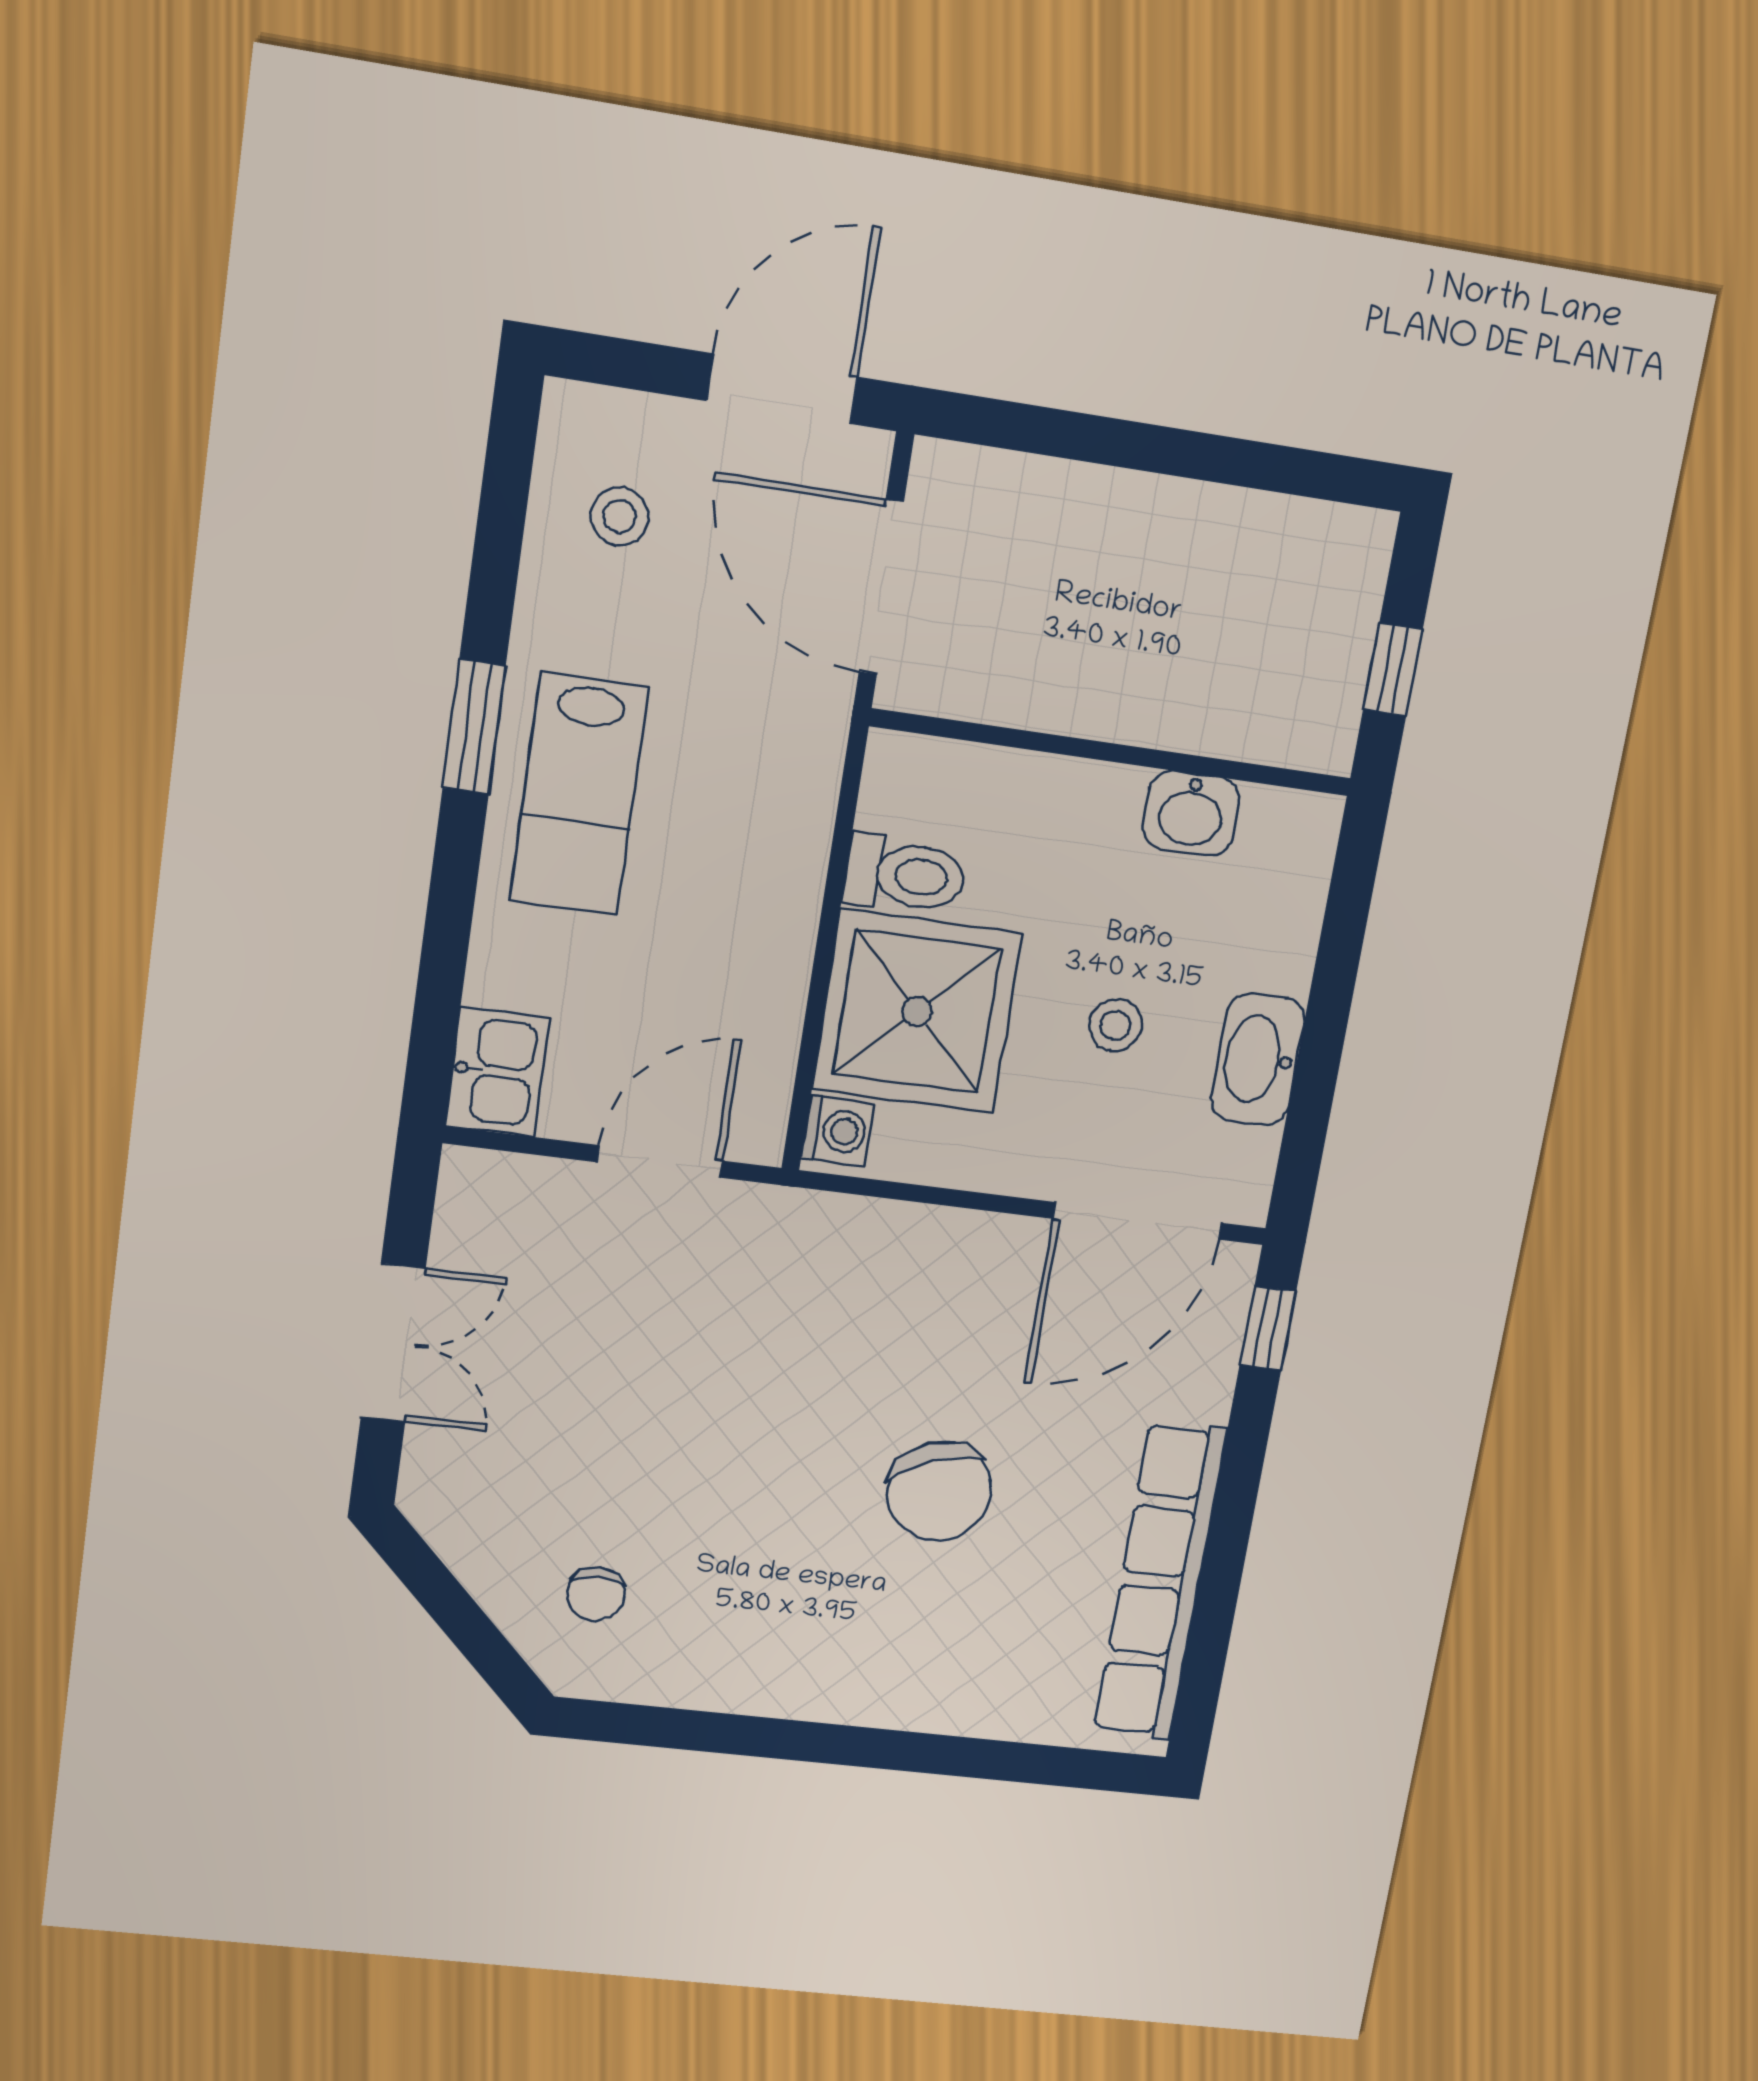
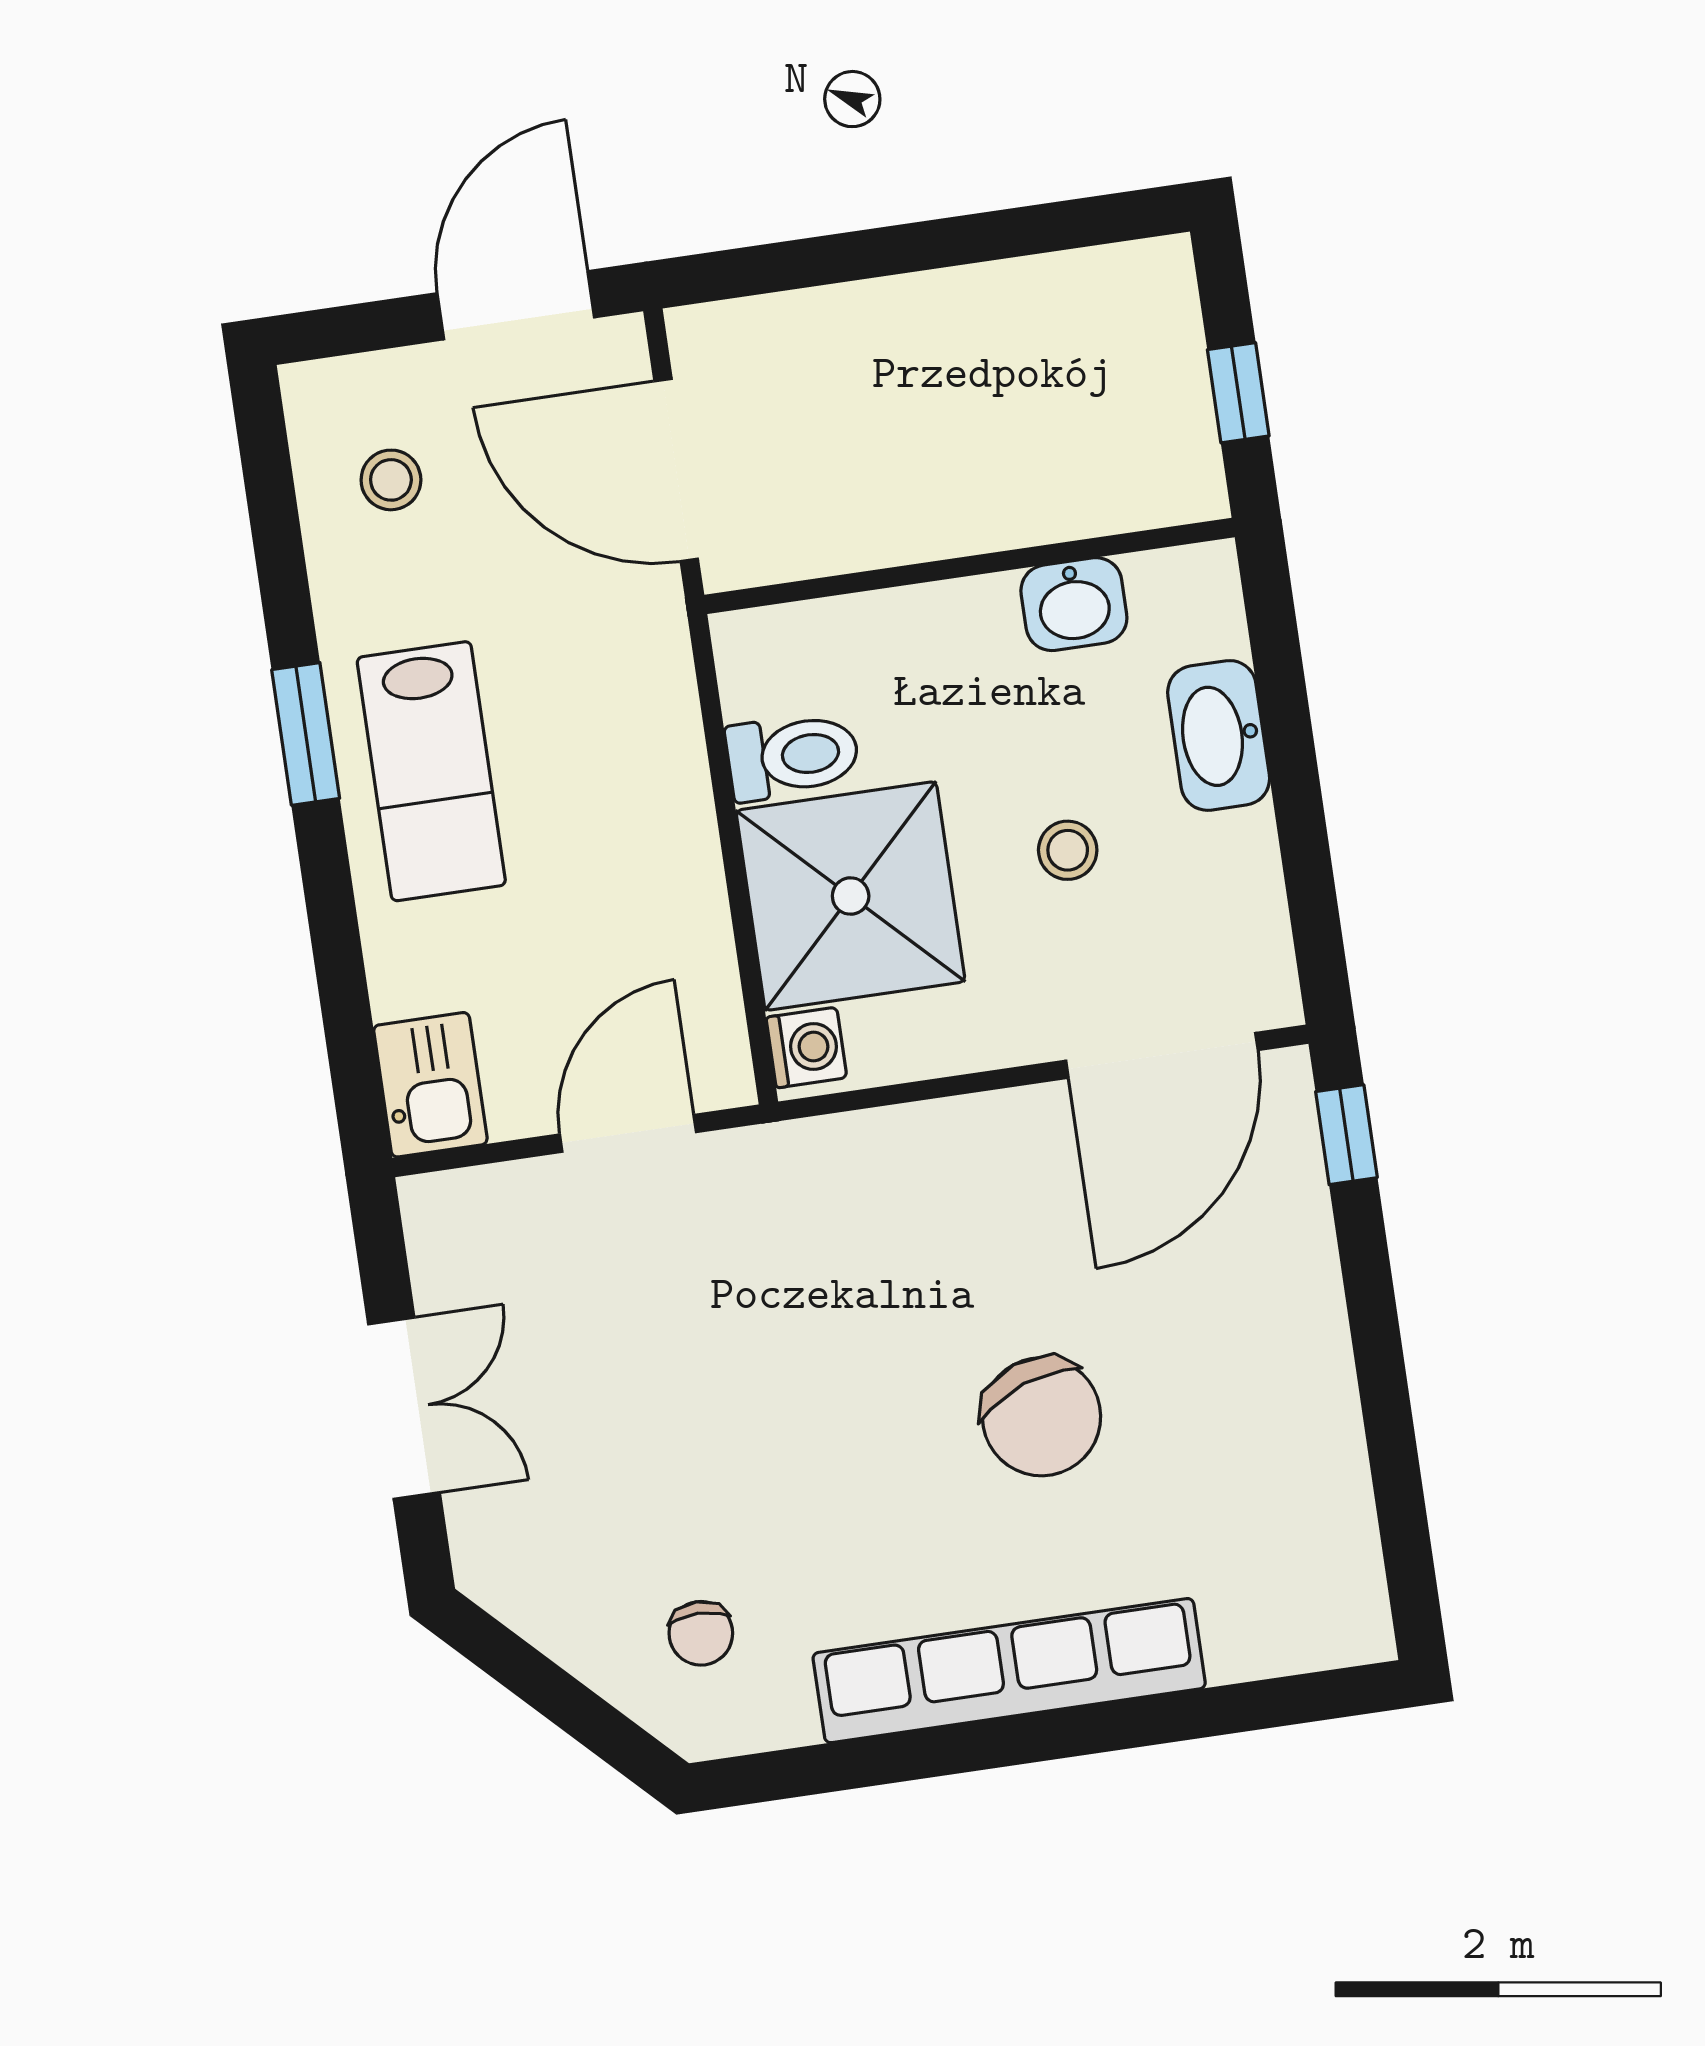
washbasin: (1258, 1059) -> (1219, 735), moved
row of seats: (1160, 1582) -> (1009, 1671), moved, turned 90

